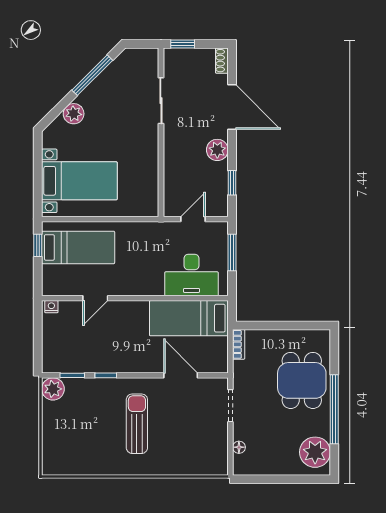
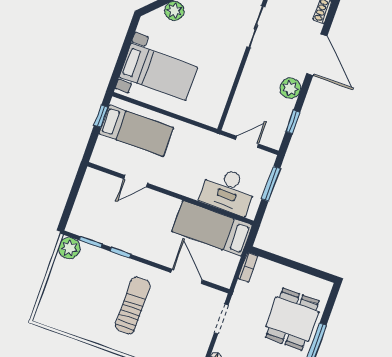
nightstand: (51, 307) -> (94, 175), removed

